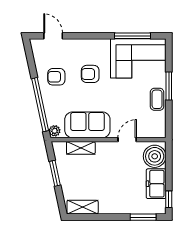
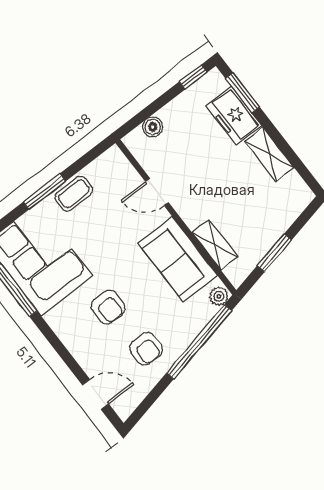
door: (53, 36) -> (95, 394), swing flipped
boiler: (155, 156) -> (153, 127), width x0.54, depth x0.54
freezer: (156, 184) -> (234, 116), moved, turned 90
shelving: (83, 207) -> (269, 154), moved

